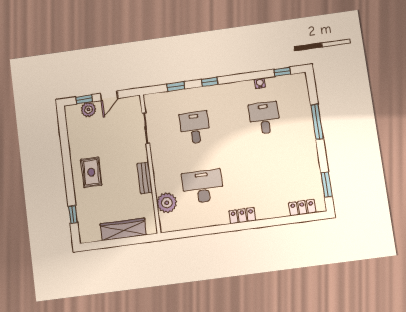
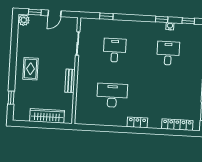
window: (210, 82) -> (162, 19), moved
plant: (88, 110) -> (24, 20), moved
plant: (167, 203) -> (83, 102), removed
locker: (302, 208) -> (177, 125), width x1.53

